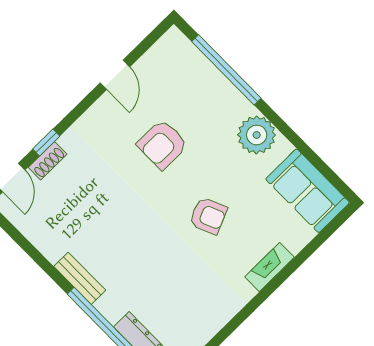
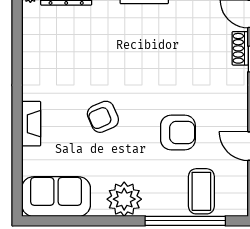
coffee table: (190, 80) -> (201, 191), added
armchair: (162, 144) -> (178, 133), turned 90

